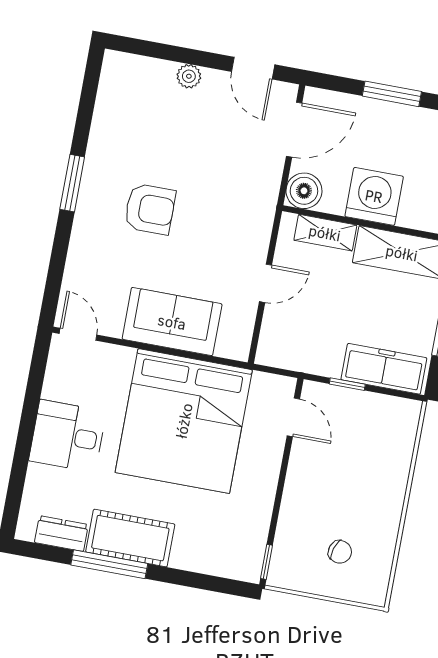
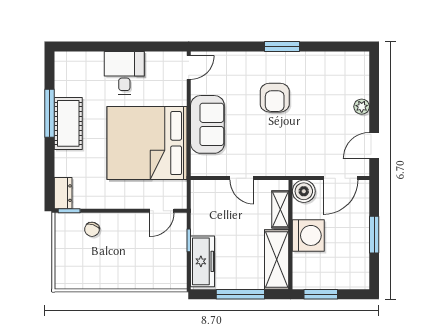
door: (294, 130) -> (341, 178), hinge flipped
dresser: (61, 534) -> (63, 193), moved
chair: (340, 552) -> (92, 229), moved

